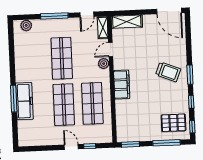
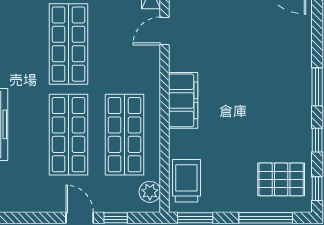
plant: (104, 64) -> (150, 192), moved
trolley: (168, 72) -> (186, 181), moved, turned -112

